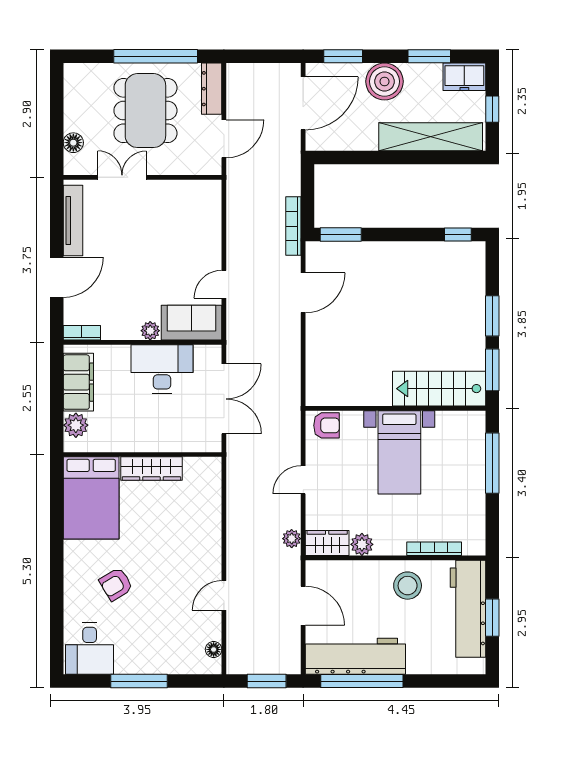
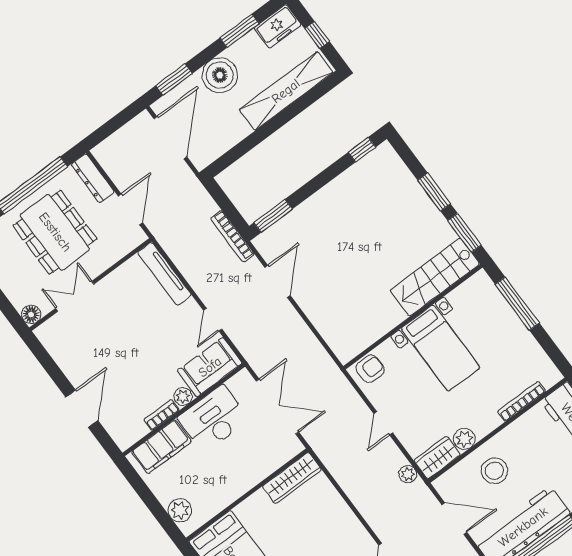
floor lamp: (73, 143) -> (31, 314), moved
tv unit: (73, 220) -> (164, 274), moved, turned 180
bookcase: (82, 333) -> (162, 415), moved
filing cabinet: (78, 382) -> (161, 447), moved, turned 90
wardrobe: (151, 469) -> (292, 478), moved
stool: (408, 586) -> (494, 471), moved

